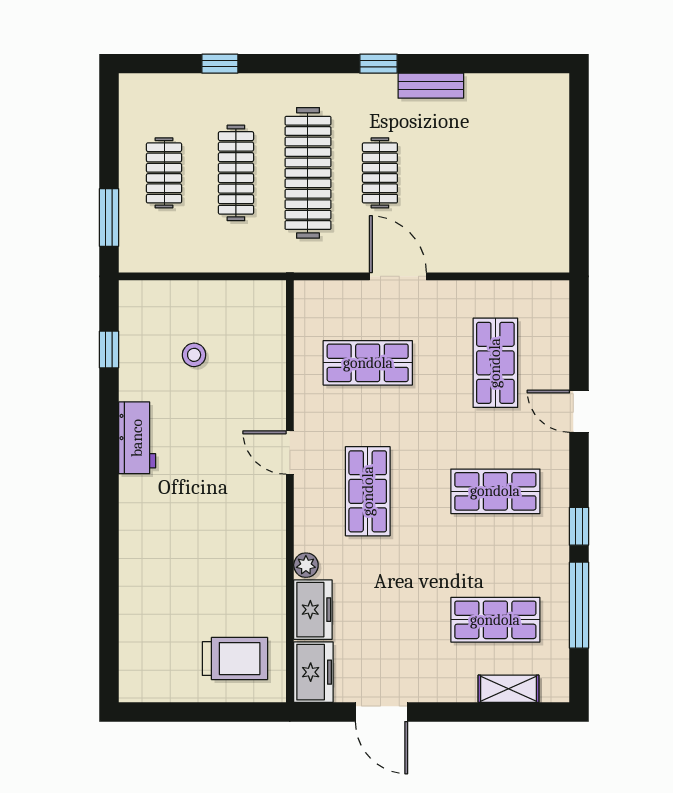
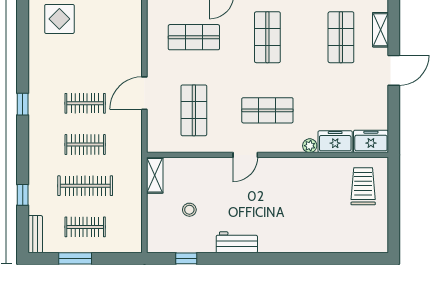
bench: (431, 86) -> (35, 234), moved
display table: (527, 128) -> (59, 19), added
clothes rail: (308, 173) -> (85, 145), width x0.54, depth x0.76
window: (109, 217) -> (75, 258), moved
shelving: (254, 294) -> (155, 175), added
door: (382, 712) -> (394, 70), moved

